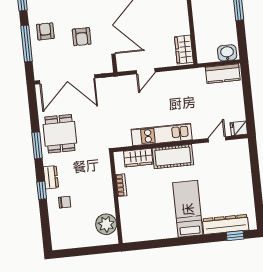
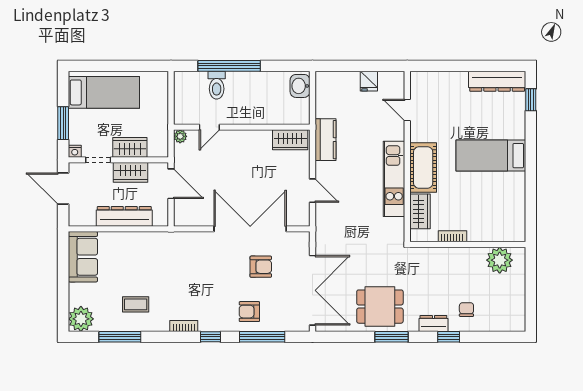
kitchen counter: (223, 74) -> (325, 140), moved
fridge: (239, 128) -> (369, 81), moved
dresser: (226, 224) -> (497, 81), moved, turned -90

